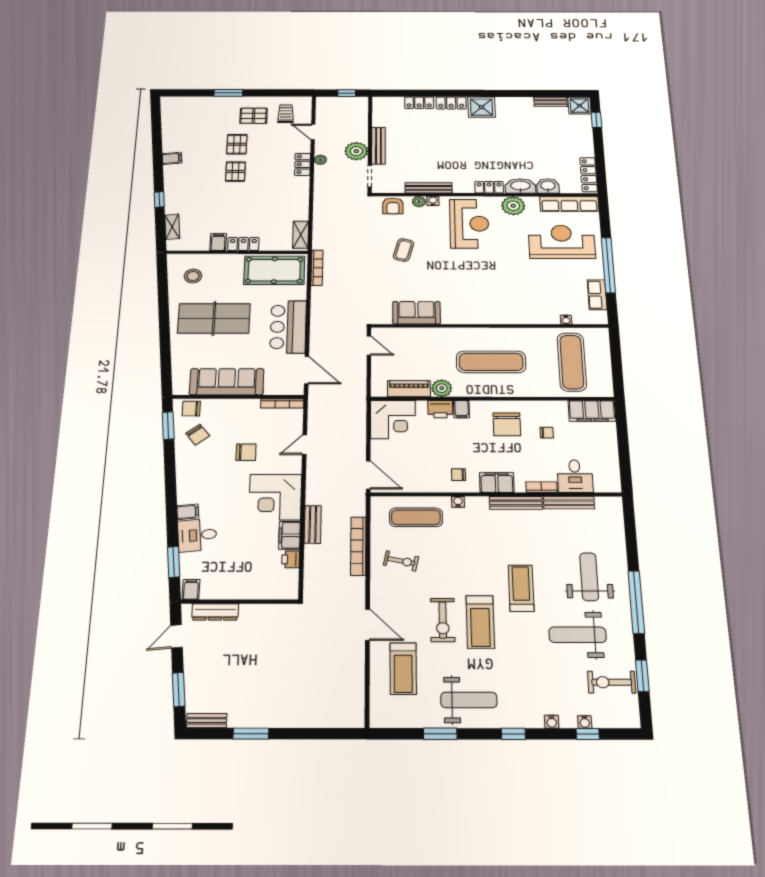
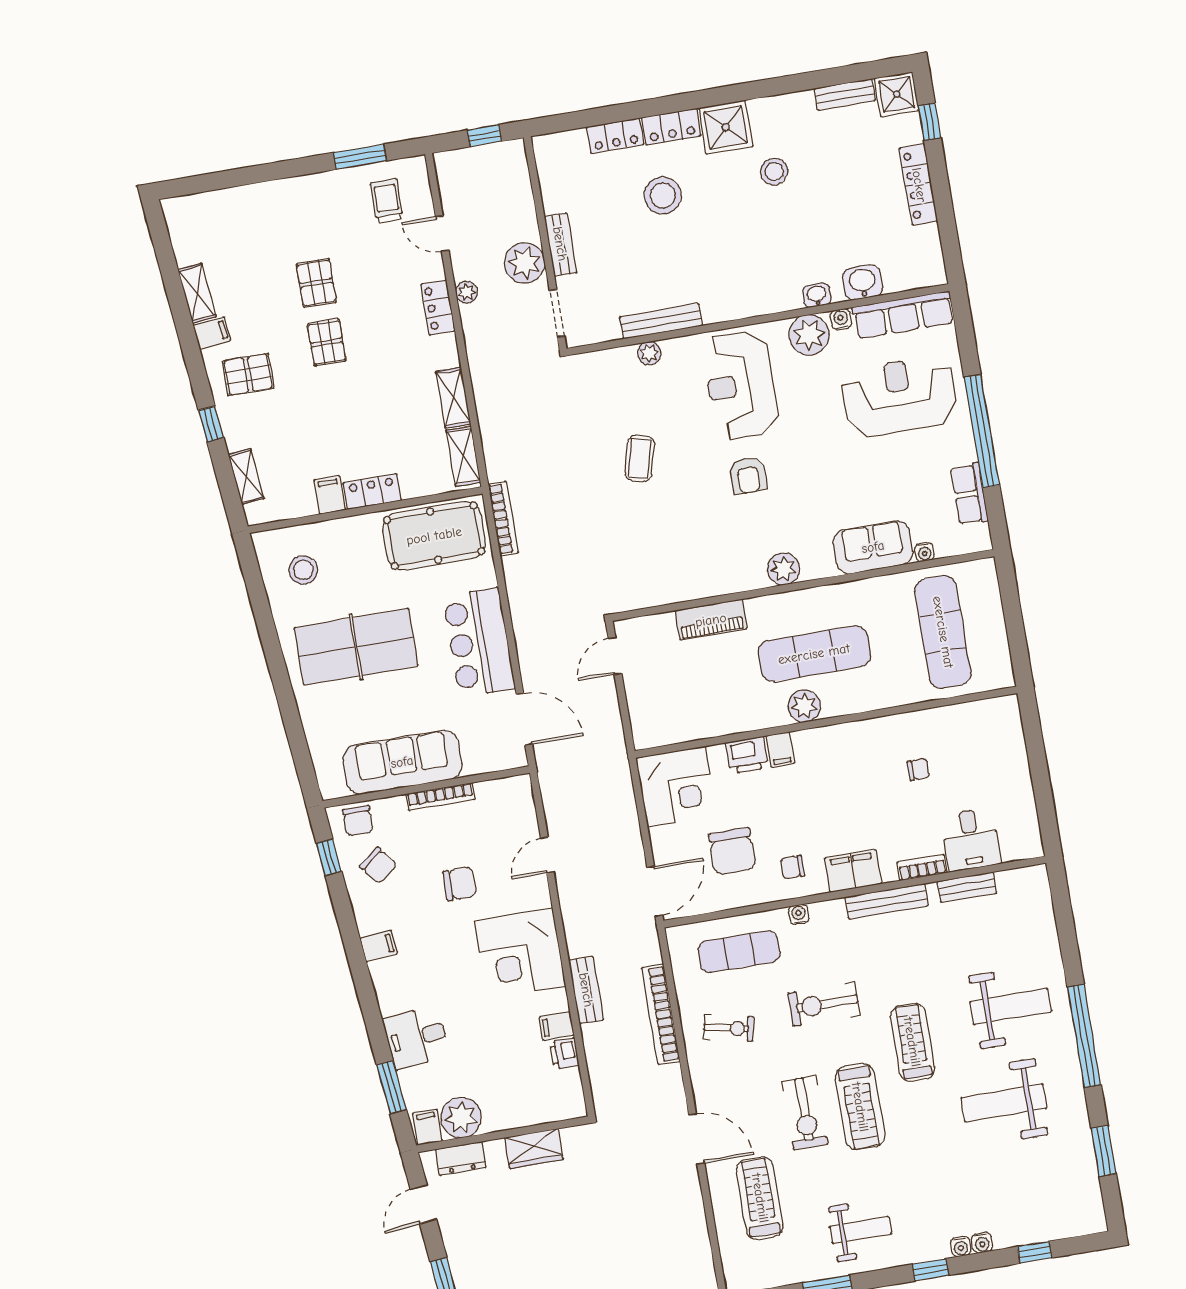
window: (228, 93) -> (360, 157), moved
pallet: (254, 116) -> (248, 375), moved
stool: (505, 130) -> (774, 171), added
stool: (441, 132) -> (663, 195), added
shelving: (169, 140) -> (197, 293), added
bench: (378, 146) -> (560, 244), width x0.73
locker: (589, 175) -> (919, 185), moved
washbasin: (520, 186) -> (817, 295), width x0.52, depth x0.69
locker: (489, 187) -> (763, 302), removed
water cooler: (433, 201) -> (841, 319), moved
armchair: (393, 206) -> (748, 475), moved
shelving: (301, 207) -> (453, 398), added
reception desk: (469, 224) -> (741, 385), turned 180
sofa: (416, 313) -> (873, 547), moved
plant: (479, 316) -> (783, 569), added
door: (369, 345) -> (615, 656), swing flipped
plant: (442, 388) -> (804, 706), moved
piano: (409, 389) -> (711, 620), moved, turned 180
bookcase: (282, 403) -> (440, 797), moved
chair: (191, 409) -> (358, 821), turned -90
filing cabinet: (592, 411) -> (984, 718), removed
chair: (507, 424) -> (732, 851), moved
window: (168, 426) -> (329, 857), width x0.67
door: (368, 475) -> (655, 891), hinge flipped
bench: (569, 503) -> (967, 887), width x0.73
filing cabinet: (188, 512) -> (379, 946), moved
filing cabinet: (289, 535) -> (557, 1026), width x0.50
weight bench: (589, 577) -> (1011, 1006), turned 90
plant: (214, 587) -> (461, 1118), added
dresser: (215, 612) -> (461, 1158), width x0.70
wardrobe: (258, 613) -> (534, 1148), added
treadmill: (403, 669) -> (760, 1198), turned 180
exercise bike: (612, 682) -> (824, 1004), moved
weight bench: (469, 700) -> (861, 1230), width x0.73, depth x0.75
water cooler: (585, 722) -> (961, 1247), moved

